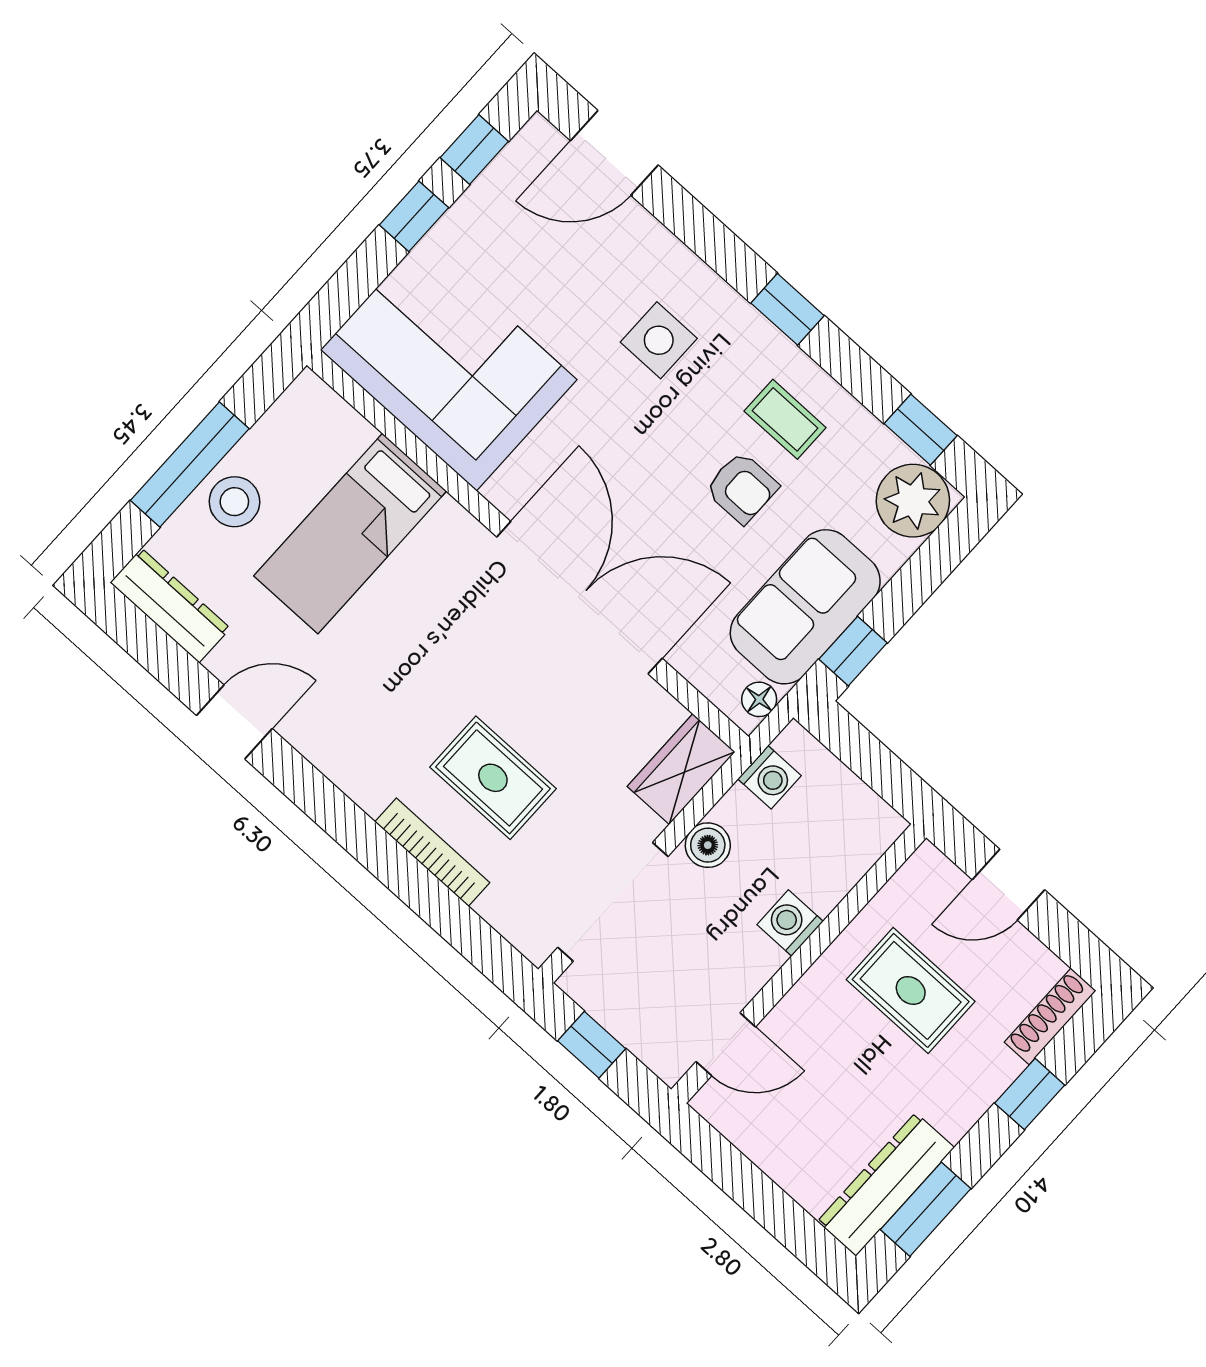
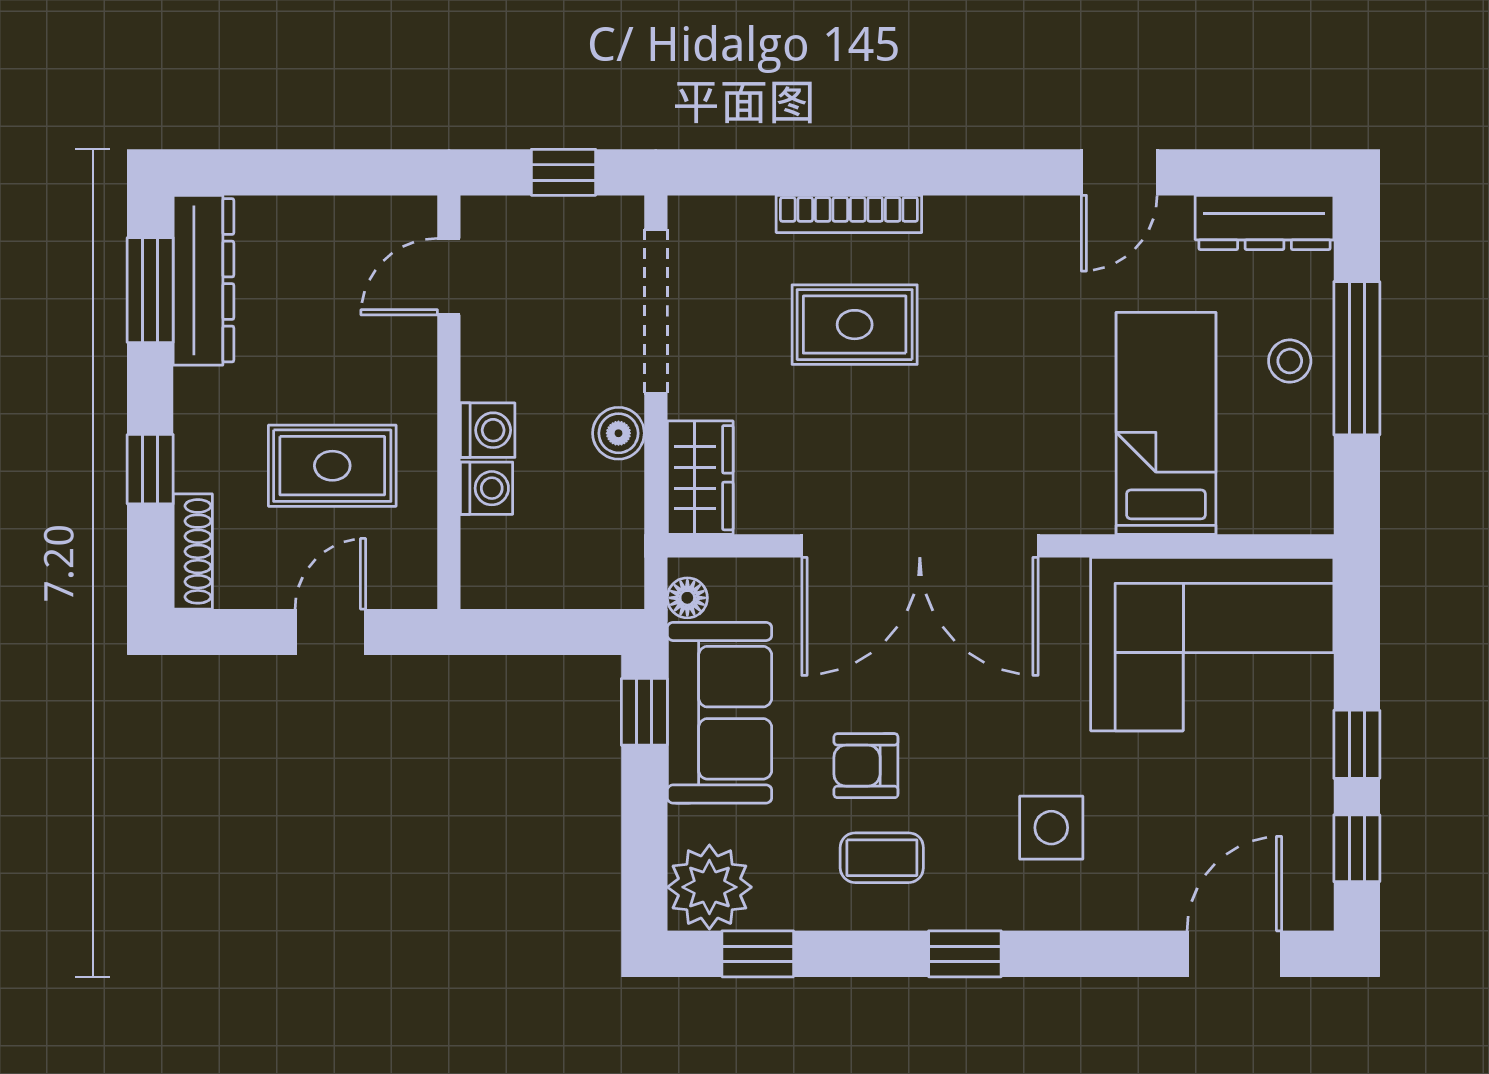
stool: (234, 502) -> (1290, 361), width x0.73, depth x0.73
washing machine: (769, 777) -> (487, 488), moved, turned 180

